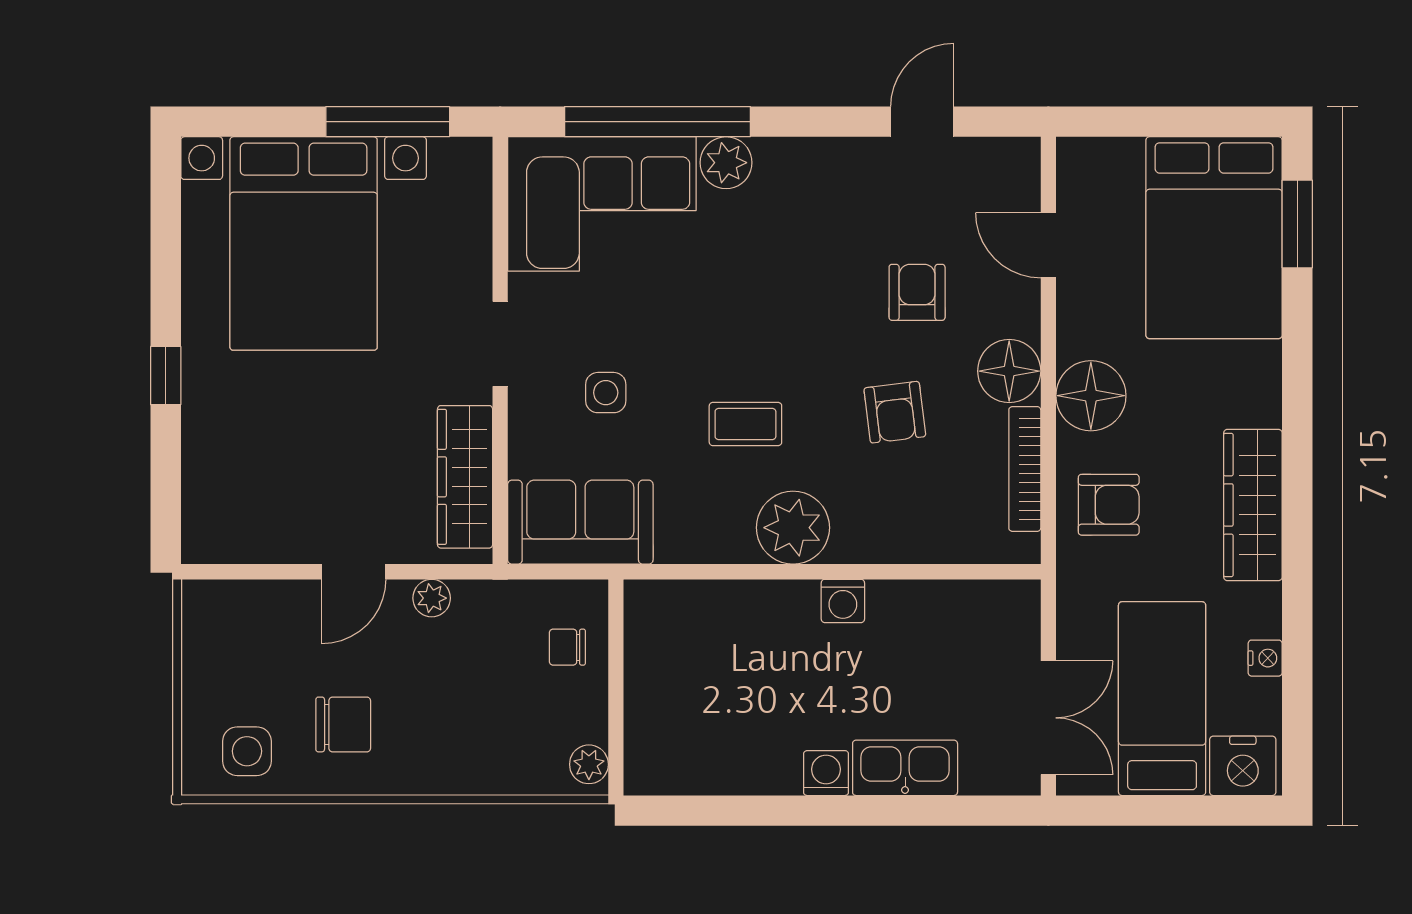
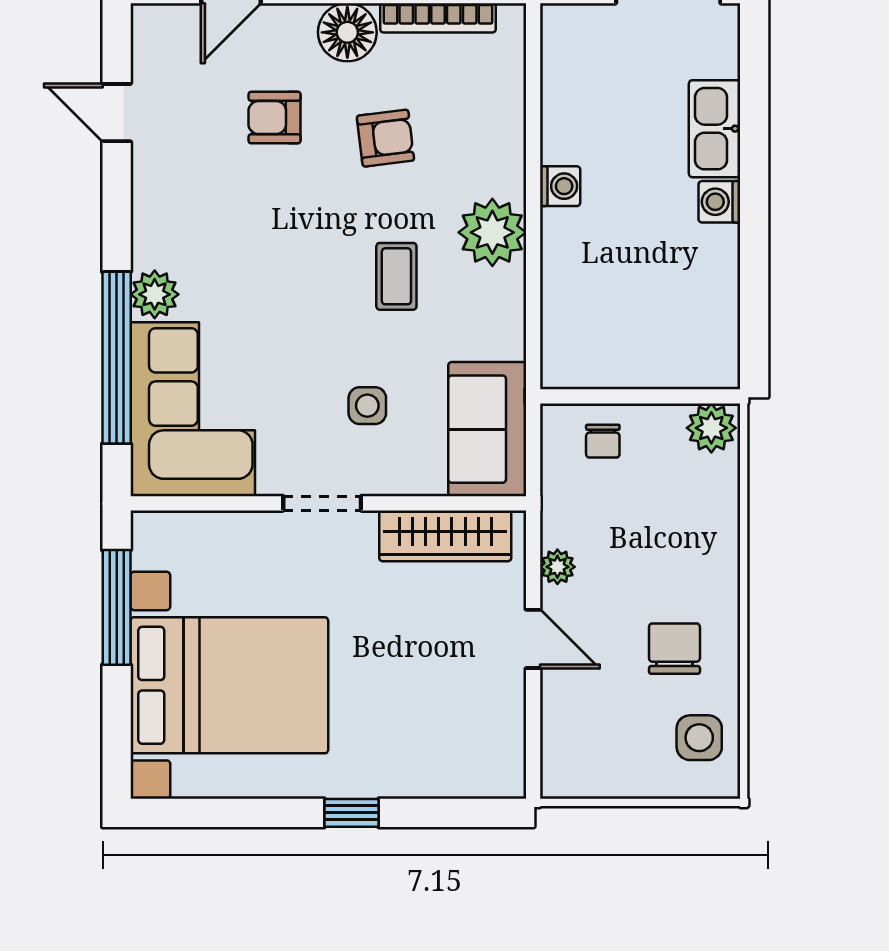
plant: (589, 764) -> (711, 428), width x1.38, depth x1.38

